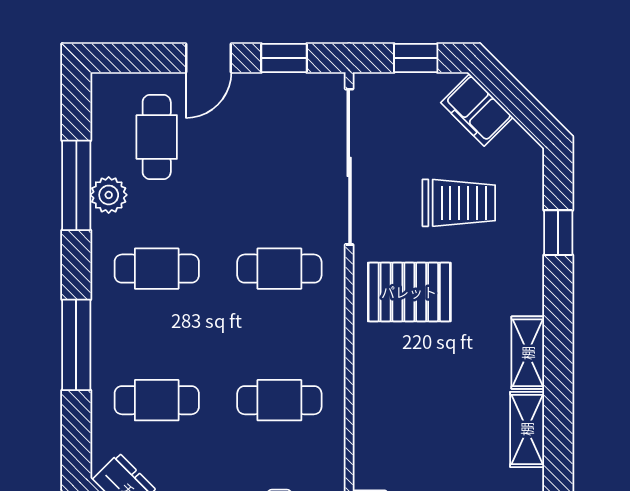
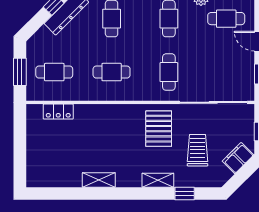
trolley: (459, 203) -> (198, 150), turned 180
shelving: (528, 353) -> (158, 180), moved
cafe table: (279, 400) -> (112, 72), turned 90

